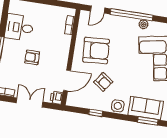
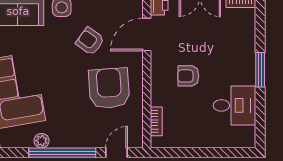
armchair: (96, 51) -> (109, 88), turned 90
armchair: (32, 57) -> (188, 76), moved, turned 180

